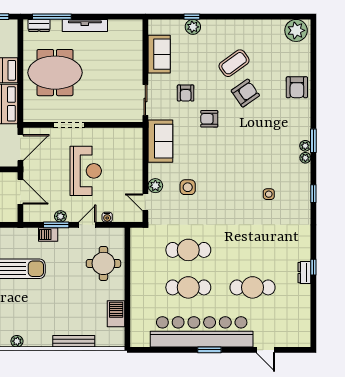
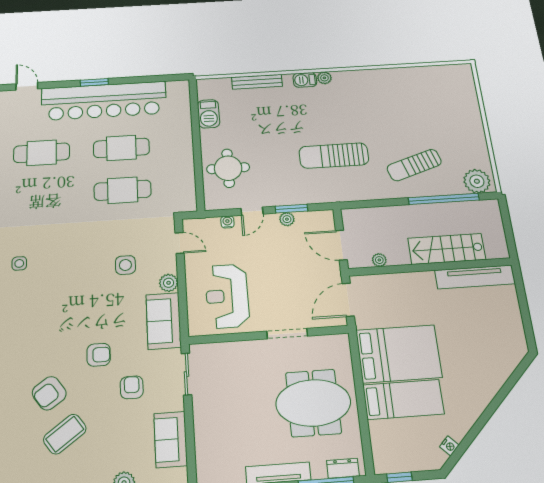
reception desk: (86, 171) -> (227, 296), moved
plant: (155, 186) -> (169, 283), moved
barbecue: (48, 234) -> (305, 80), moved, turned 180

